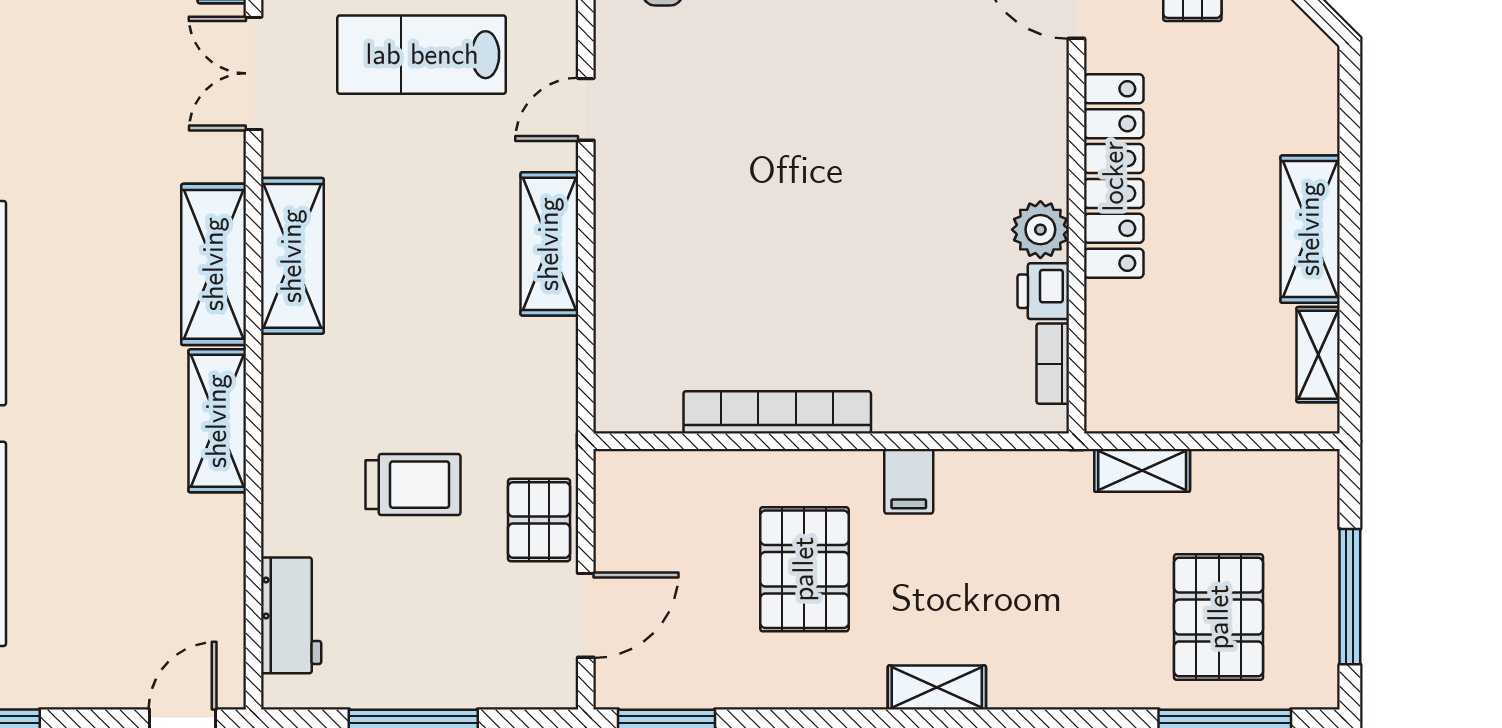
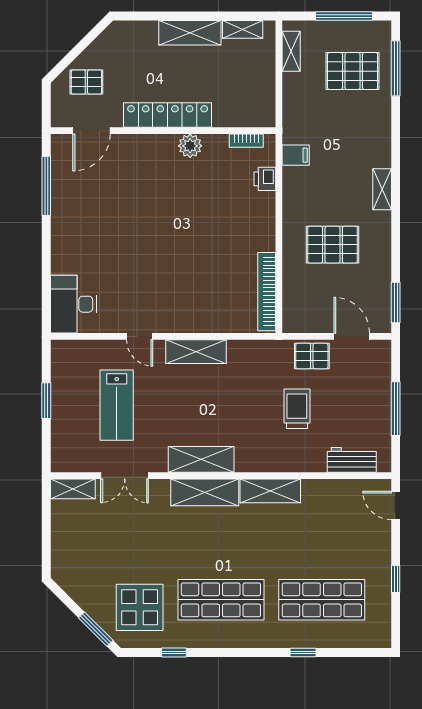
printer: (1043, 291) -> (265, 179), moved, turned 90
bookcase: (777, 412) -> (267, 292), moved
shelving: (1142, 470) -> (291, 51), moved
filing cabinet: (909, 481) -> (296, 155), moved

